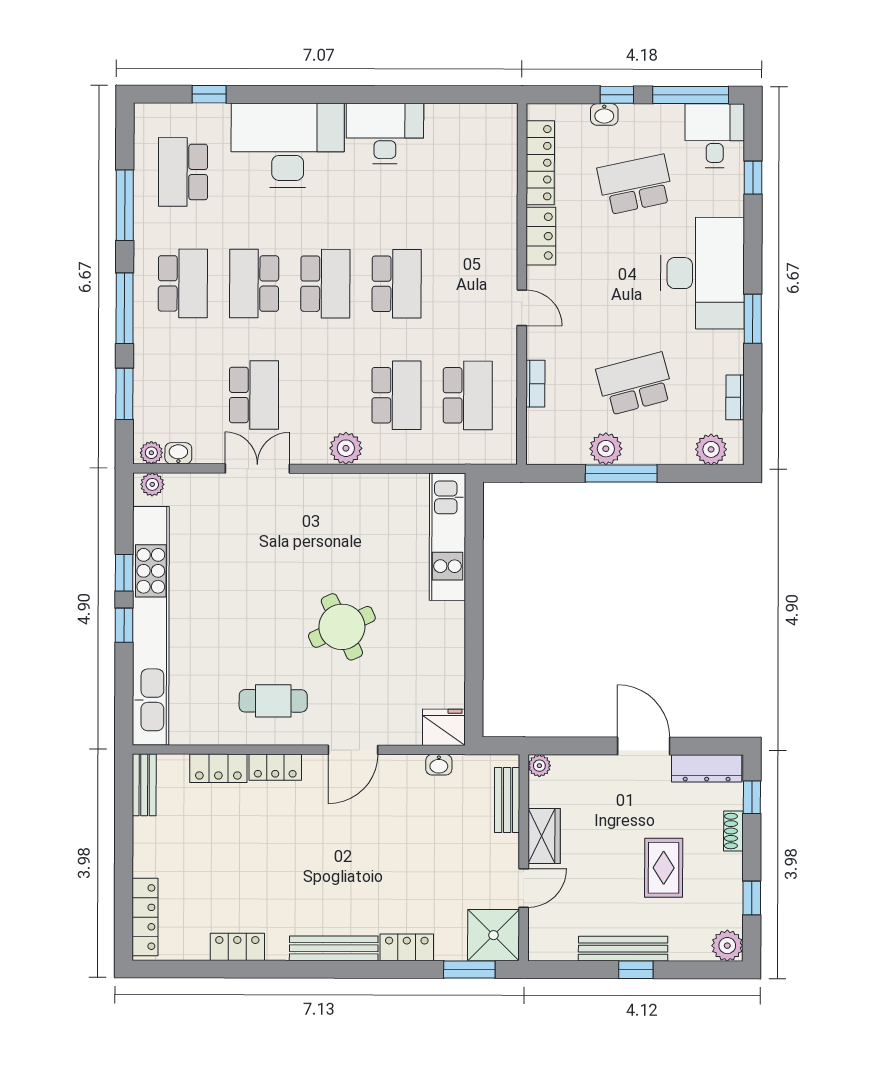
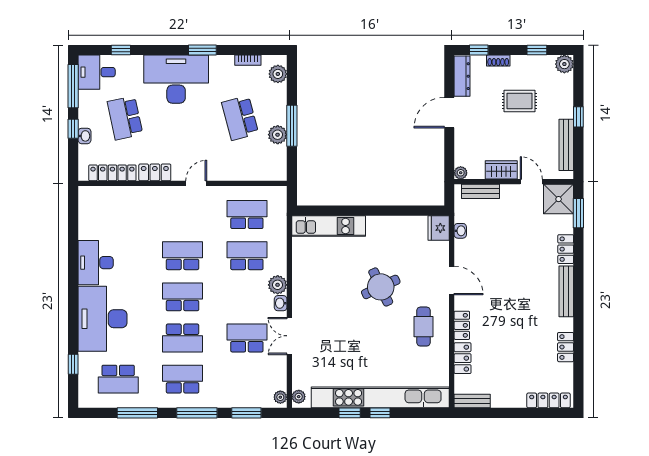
bookcase: (535, 384) -> (240, 175), removed
washbasin: (178, 453) -> (281, 303), moved
bench: (623, 949) -> (566, 145), moved

